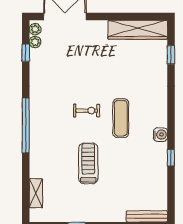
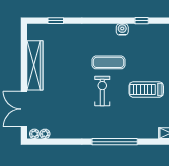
wardrobe: (138, 30) -> (35, 65), moved
window: (26, 53) -> (54, 142), removed
exercise bike: (87, 111) -> (102, 91), width x1.38, depth x1.39

